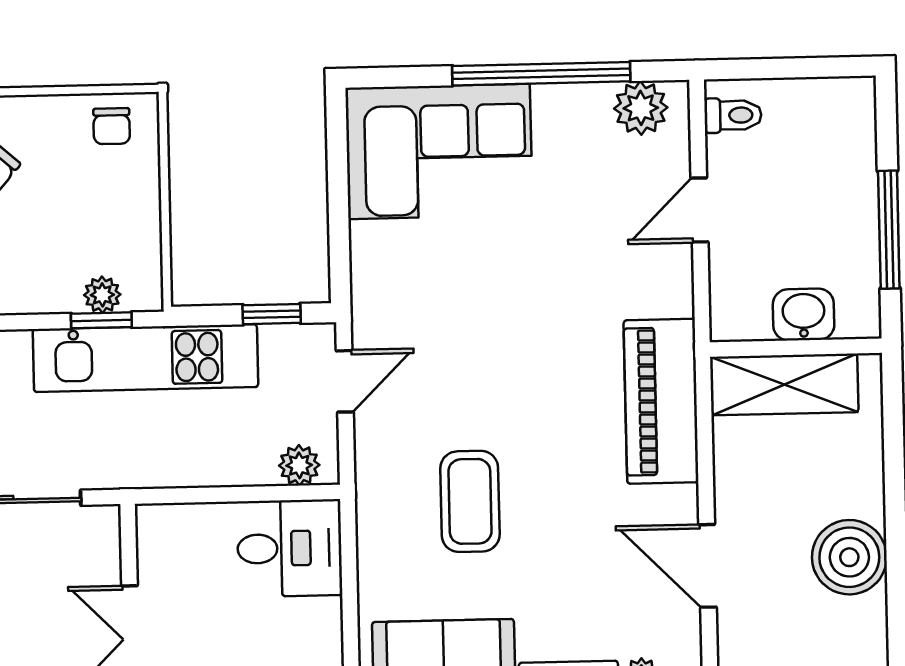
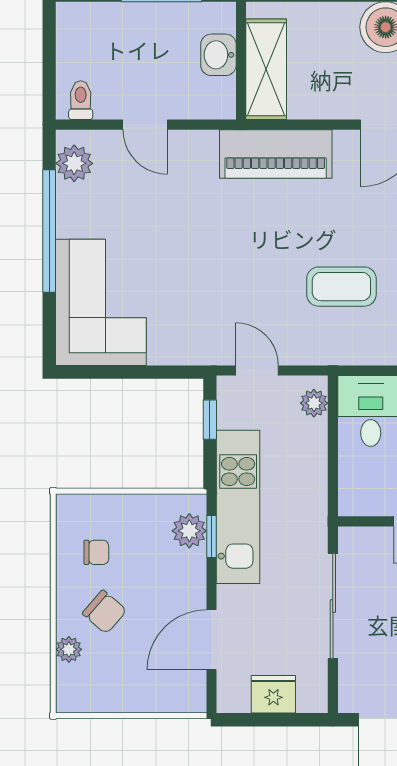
chair: (112, 126) -> (96, 552), moved
plant: (102, 295) -> (189, 531), width x1.38, depth x1.38

